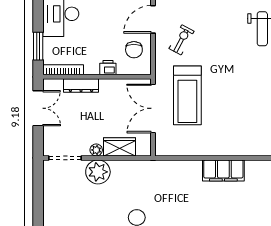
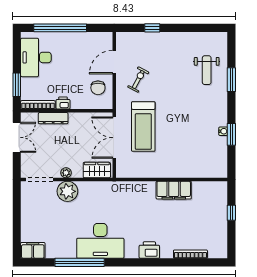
printer: (108, 68) -> (63, 103), moved
wardrobe: (119, 147) -> (97, 170), moved

